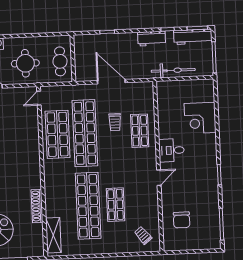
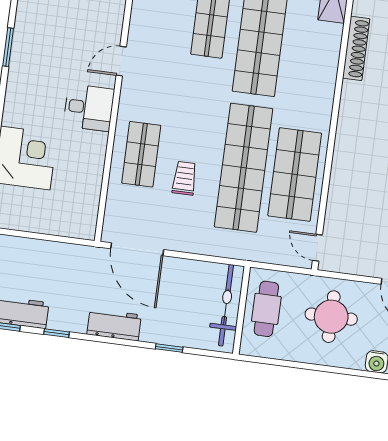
workbench: (152, 39) -> (114, 325), moved
bicycle: (173, 70) -> (226, 305), moved, turned 90
door: (111, 82) -> (137, 249), moved
door: (39, 98) -> (317, 248), swing flipped

